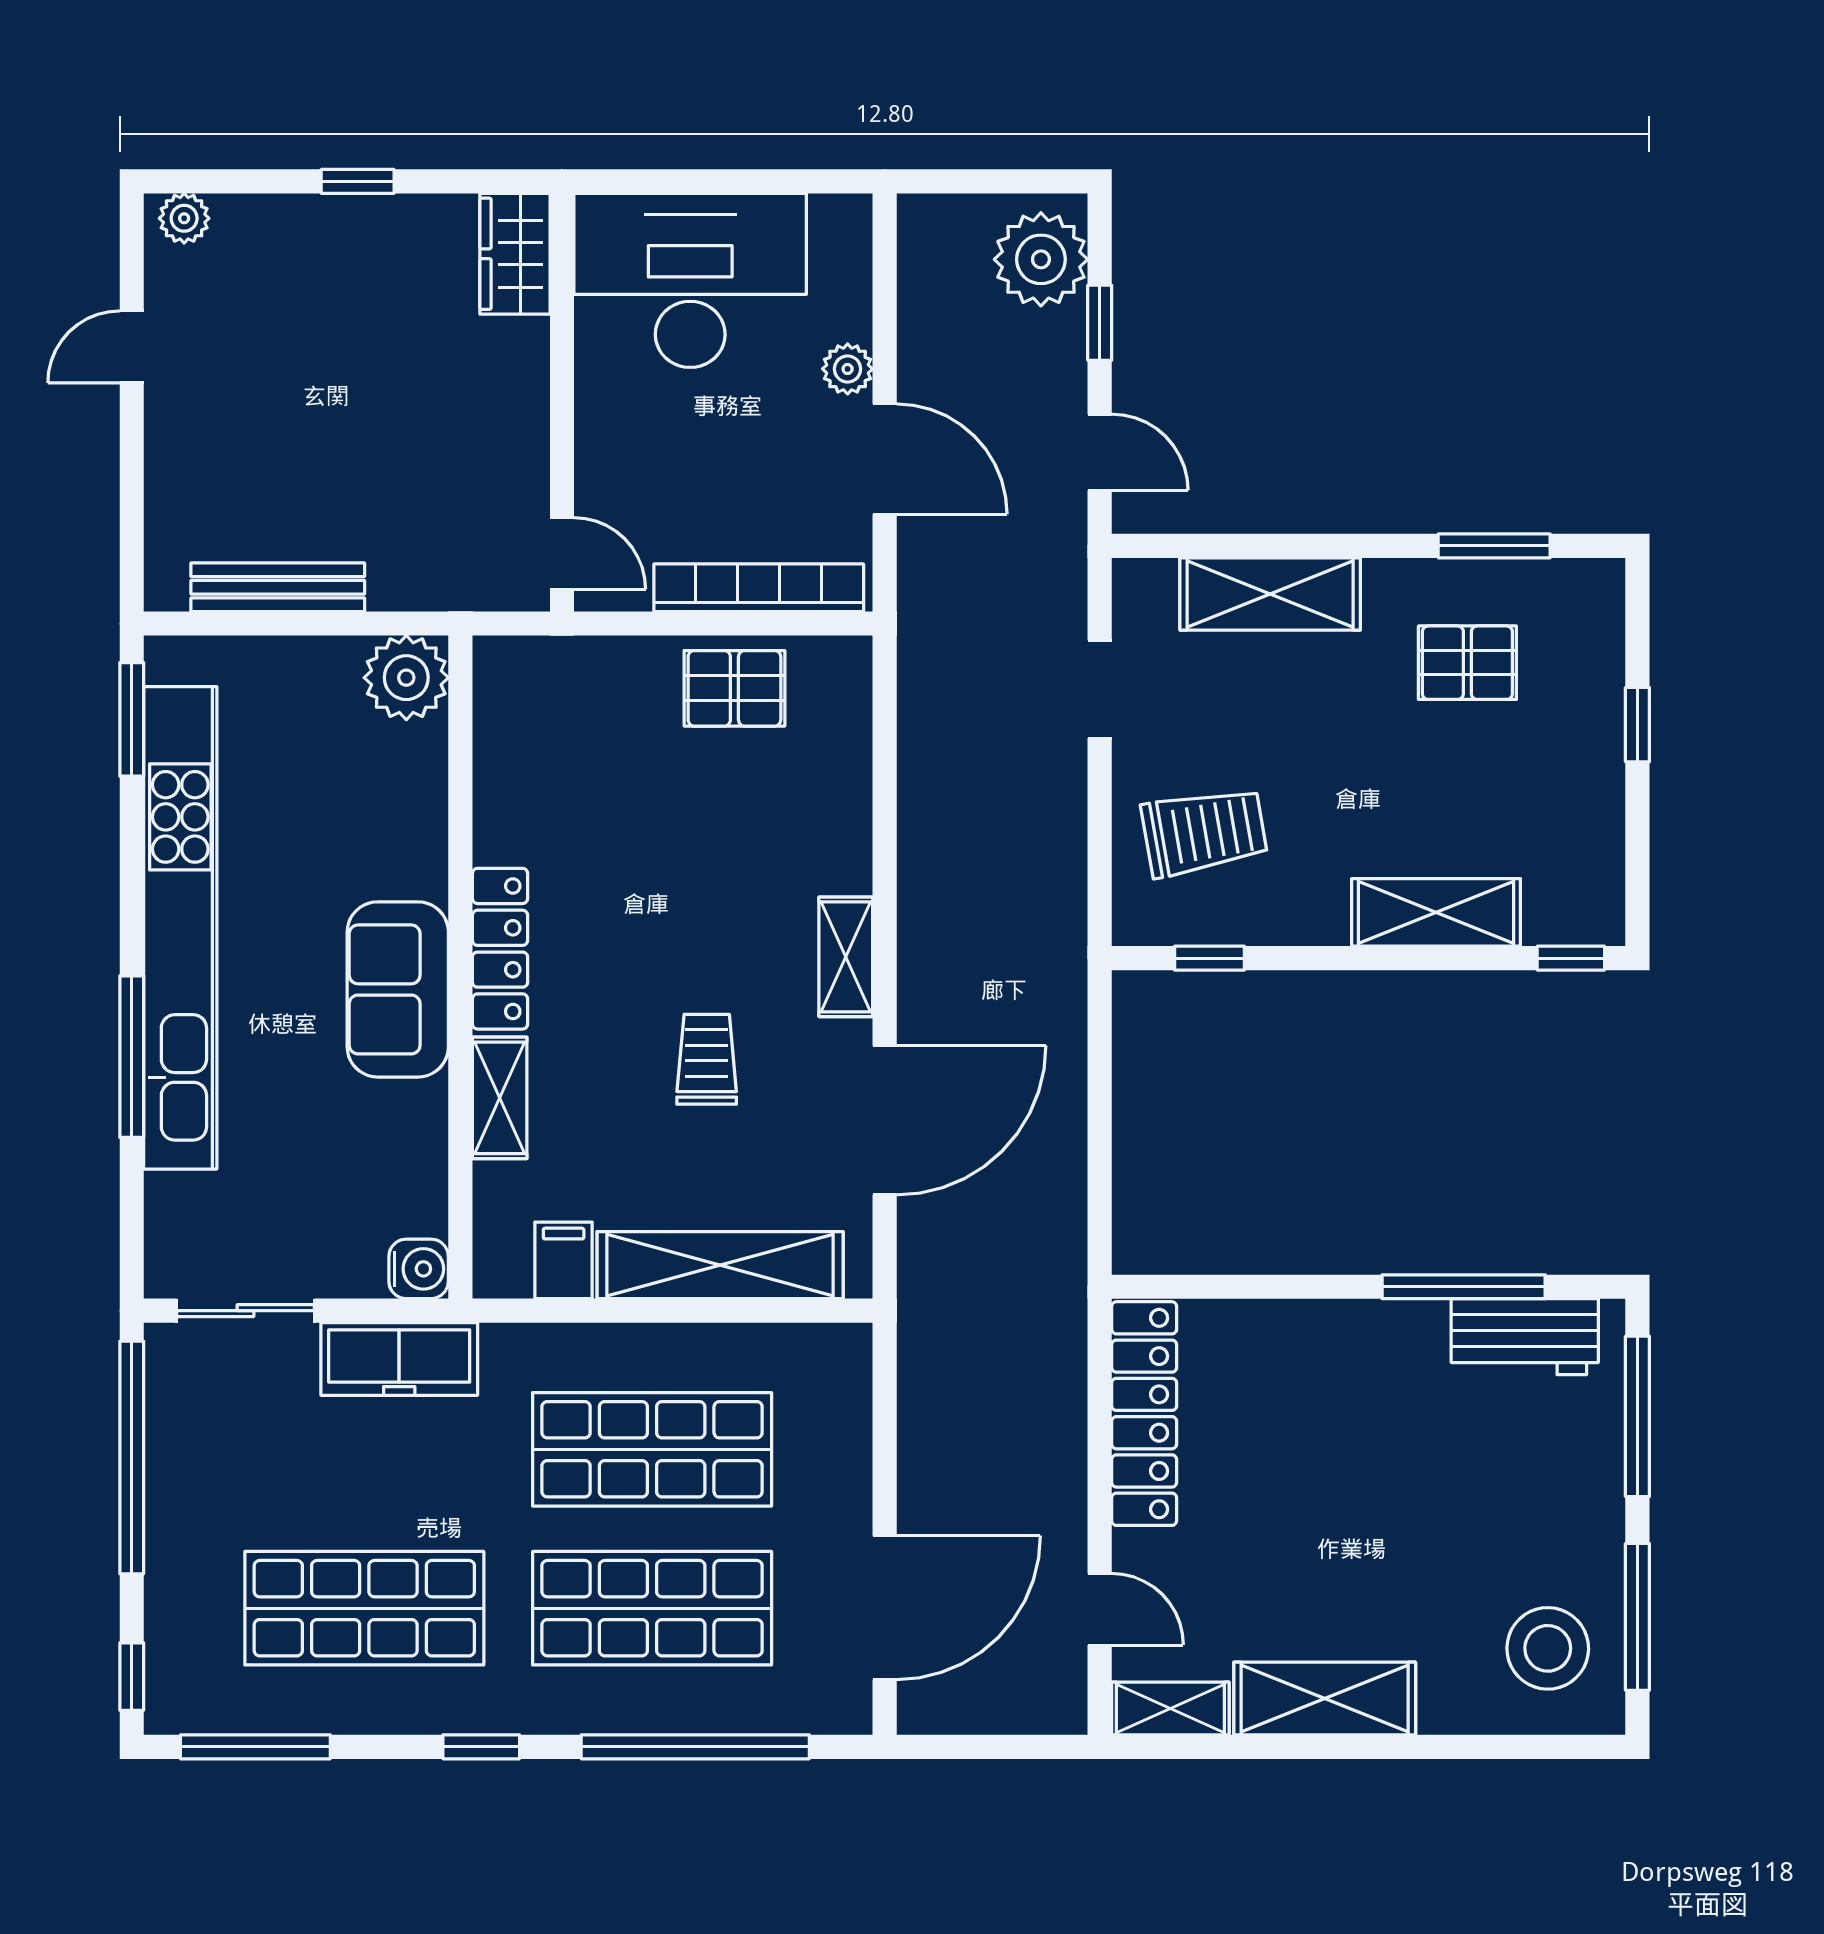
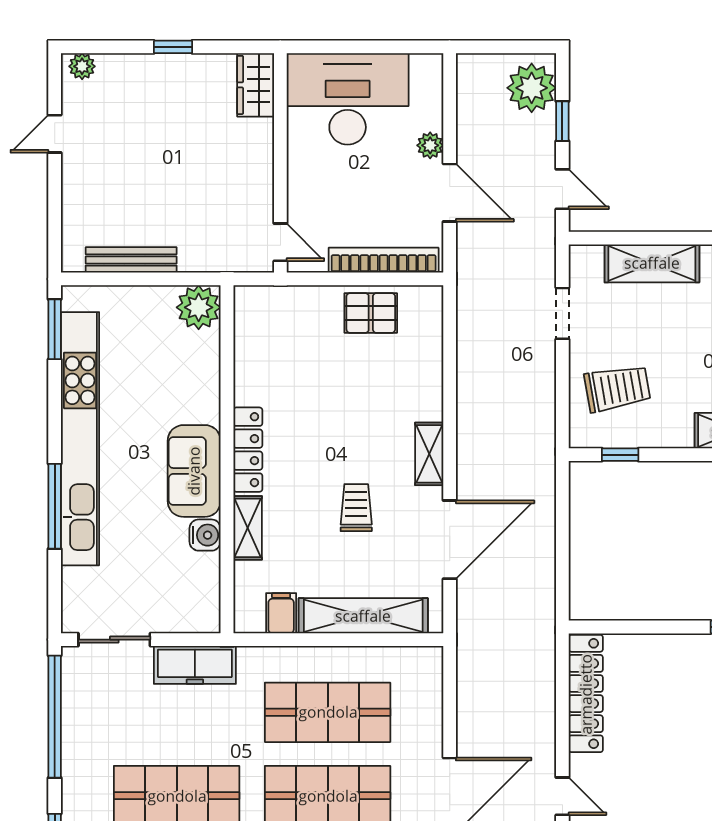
water cooler: (419, 1269) -> (205, 535), moved

